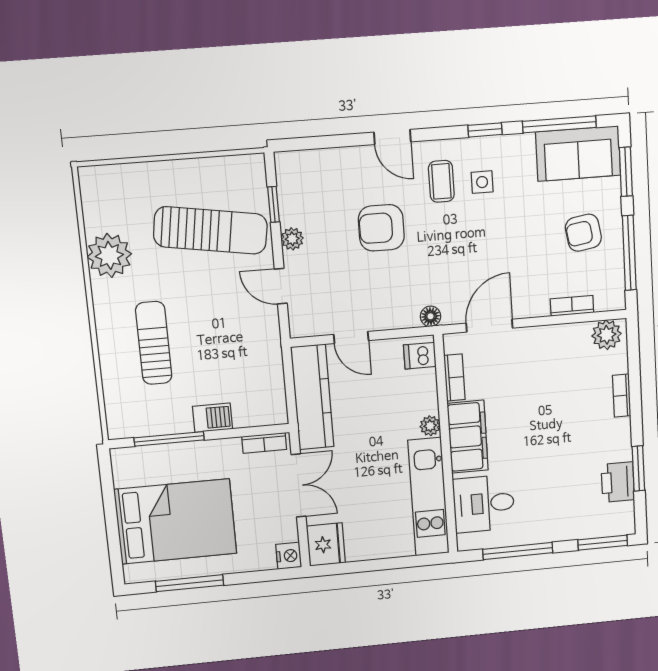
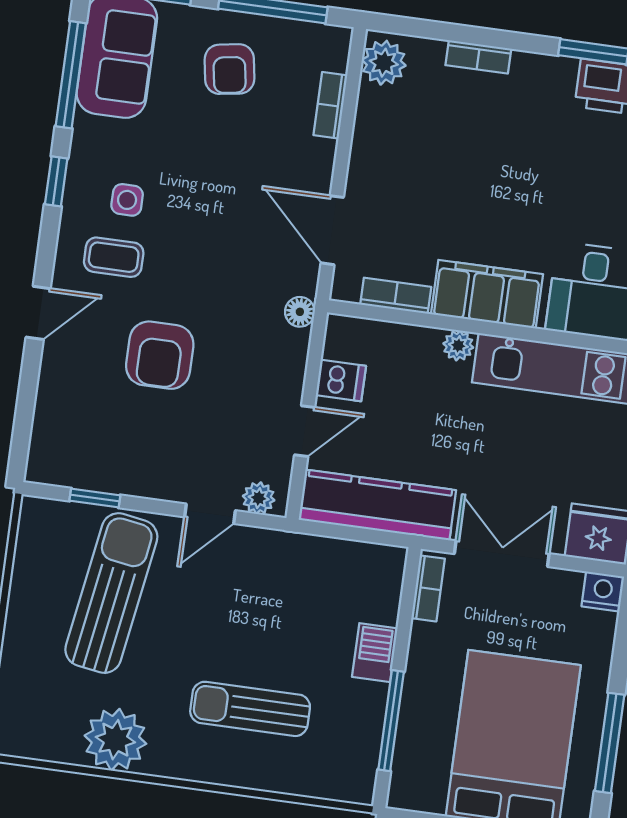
plant: (292, 239) -> (259, 498), moved
dishwasher: (420, 356) -> (341, 381), moved, turned -90

